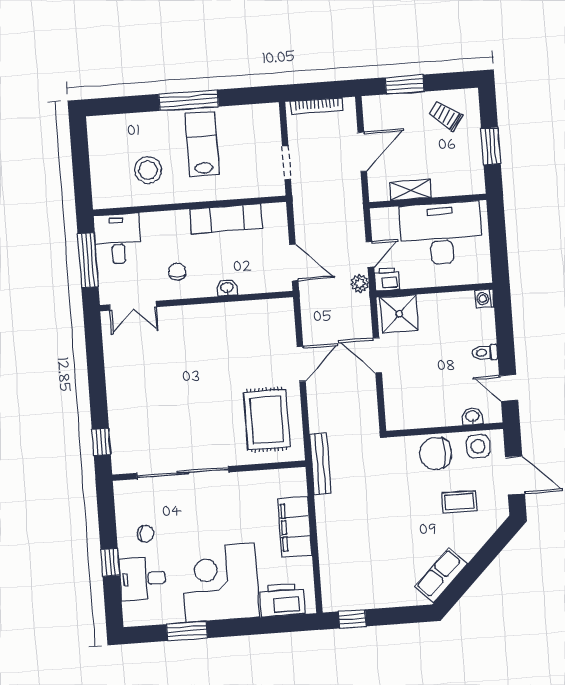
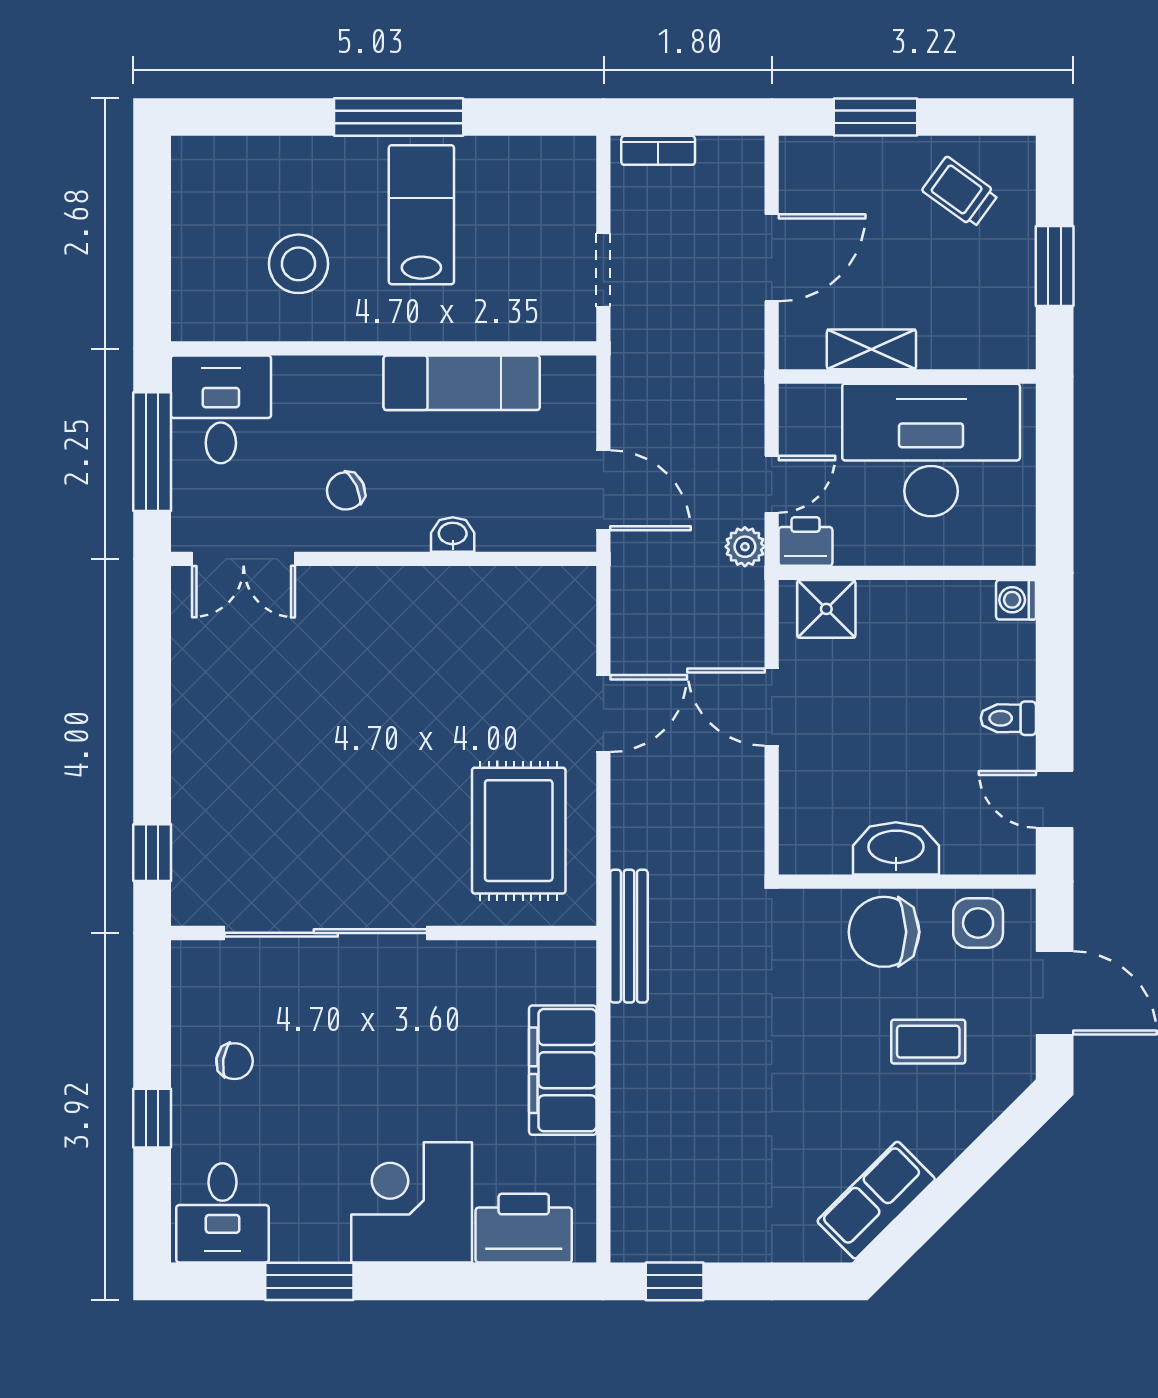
bookcase: (317, 106) -> (658, 150), width x0.64
chair: (177, 272) -> (346, 491), turned -115
shower: (399, 314) -> (826, 609), width x0.73, depth x0.73
washbasin: (472, 416) -> (896, 848), moved, width x1.91, depth x1.45
desk: (143, 579) -> (223, 1213), moved, turned -90
corner desk: (220, 583) -> (412, 1202), width x0.74, depth x0.74

